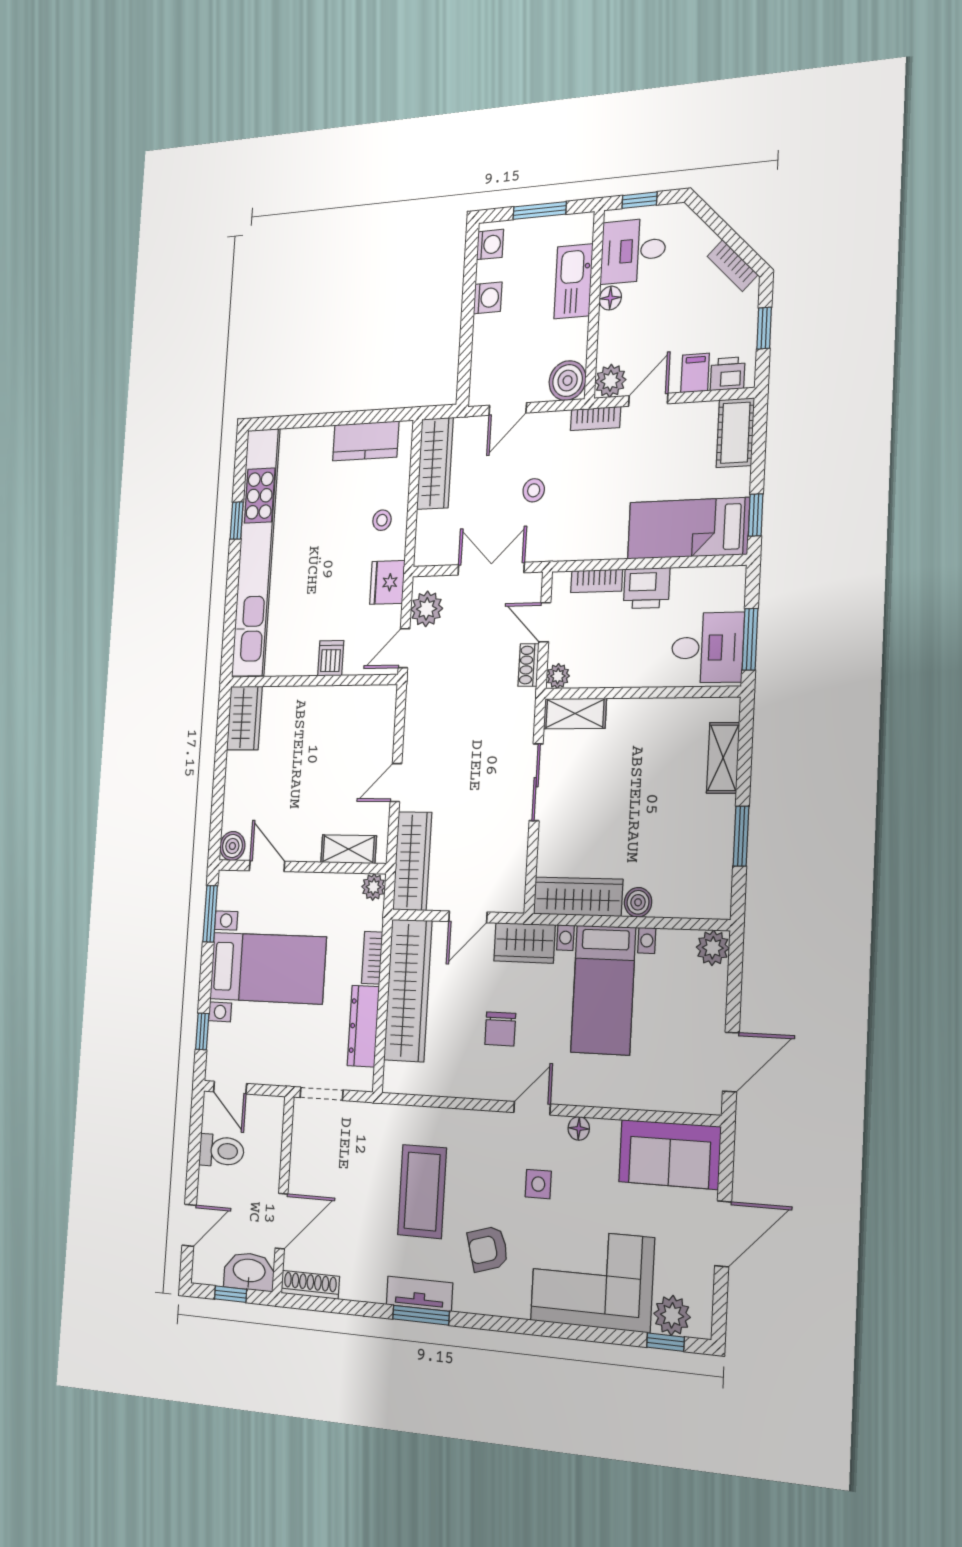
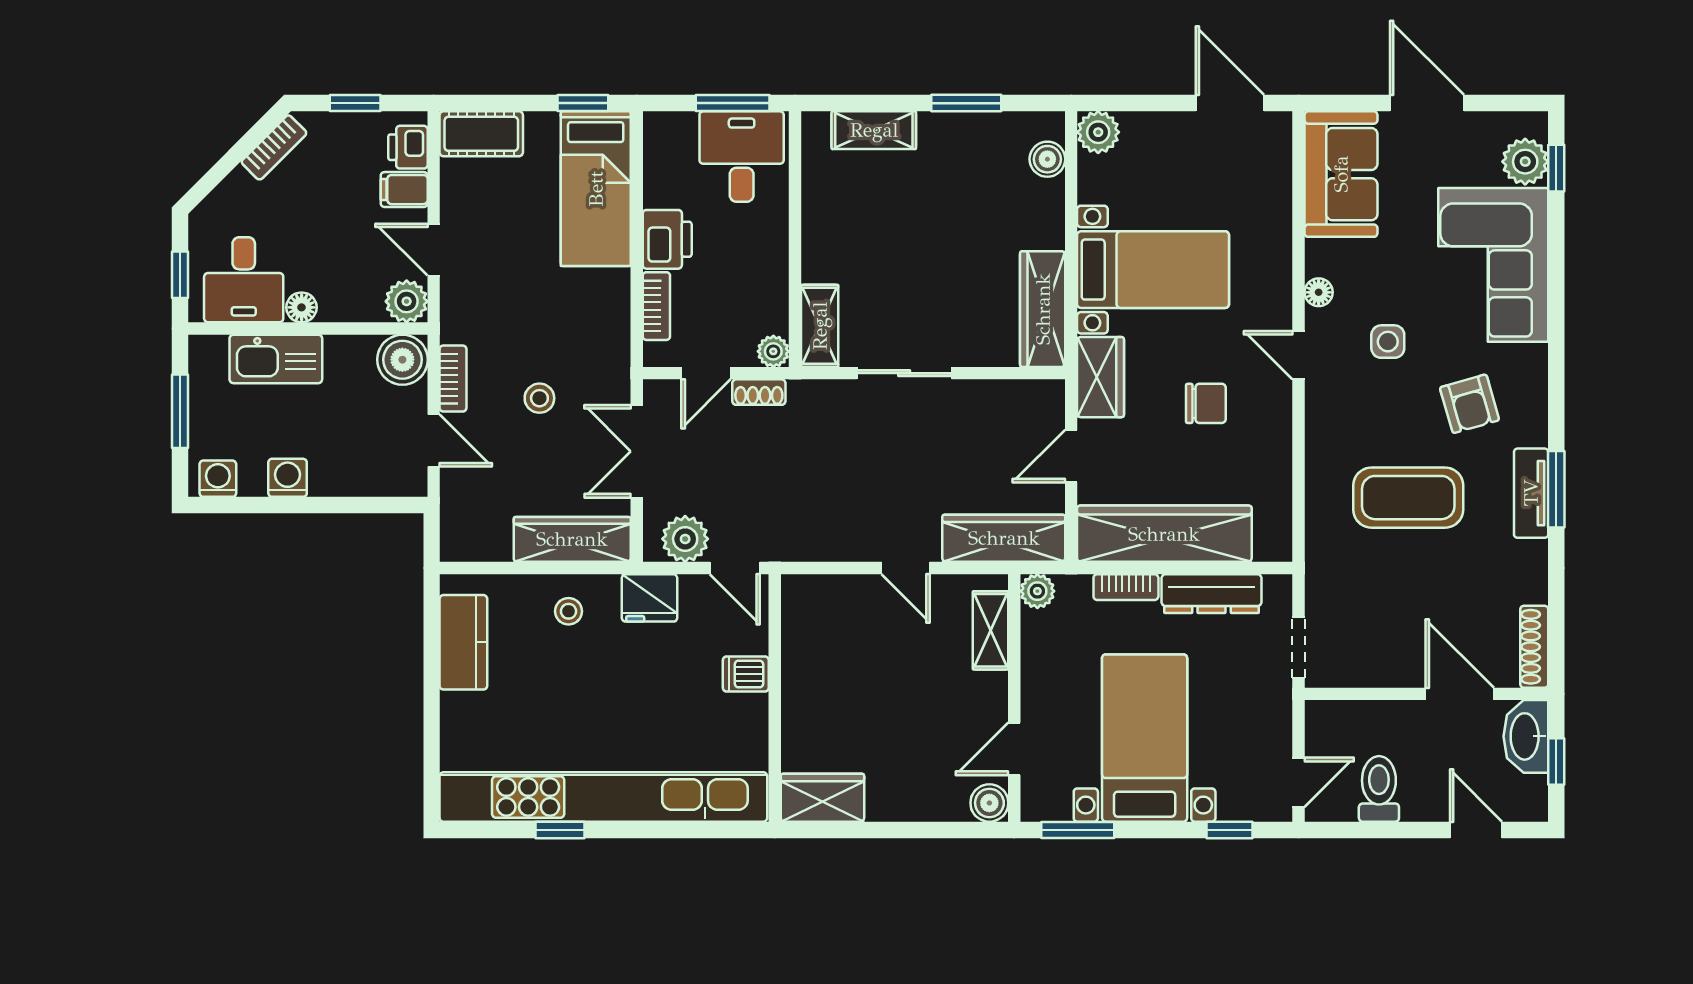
bookcase: (595, 419) -> (453, 379), moved
wardrobe: (435, 463) -> (572, 539), moved
boiler: (638, 902) -> (1047, 159), moved
door: (468, 917) -> (1071, 456), swing flipped

